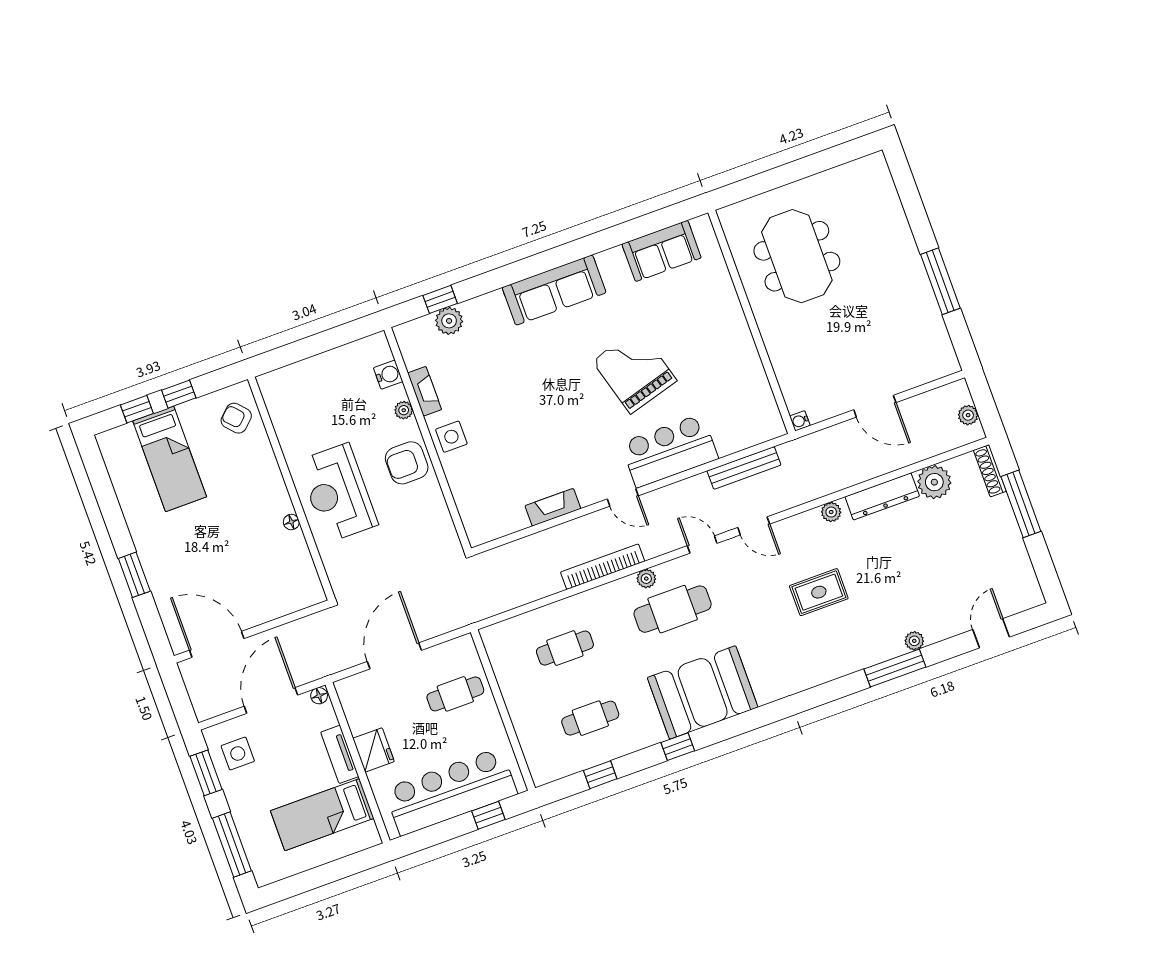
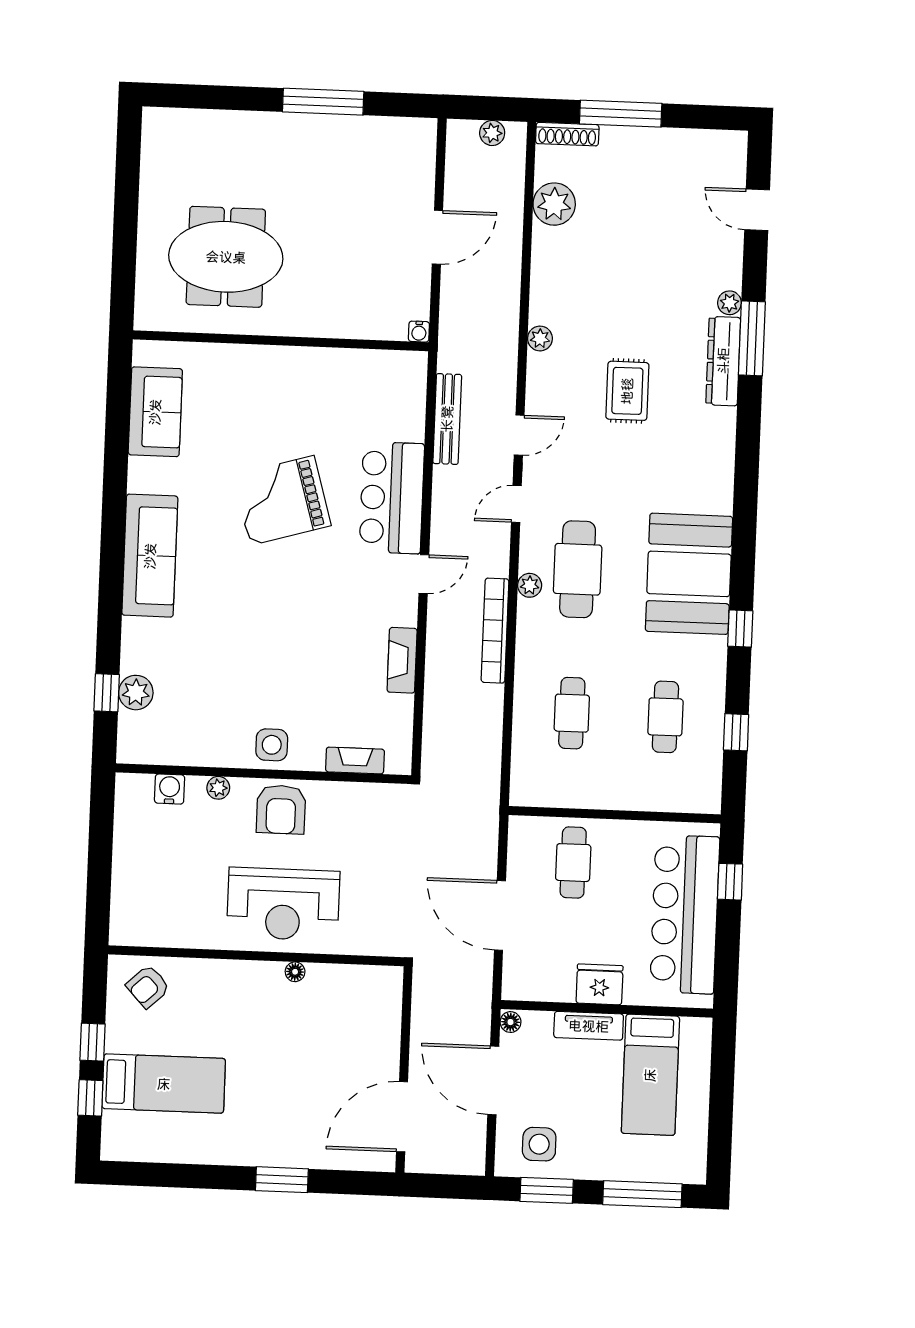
fireplace: (425, 391) -> (355, 760), moved
dresser: (882, 496) -> (723, 361), moved, turned 180

